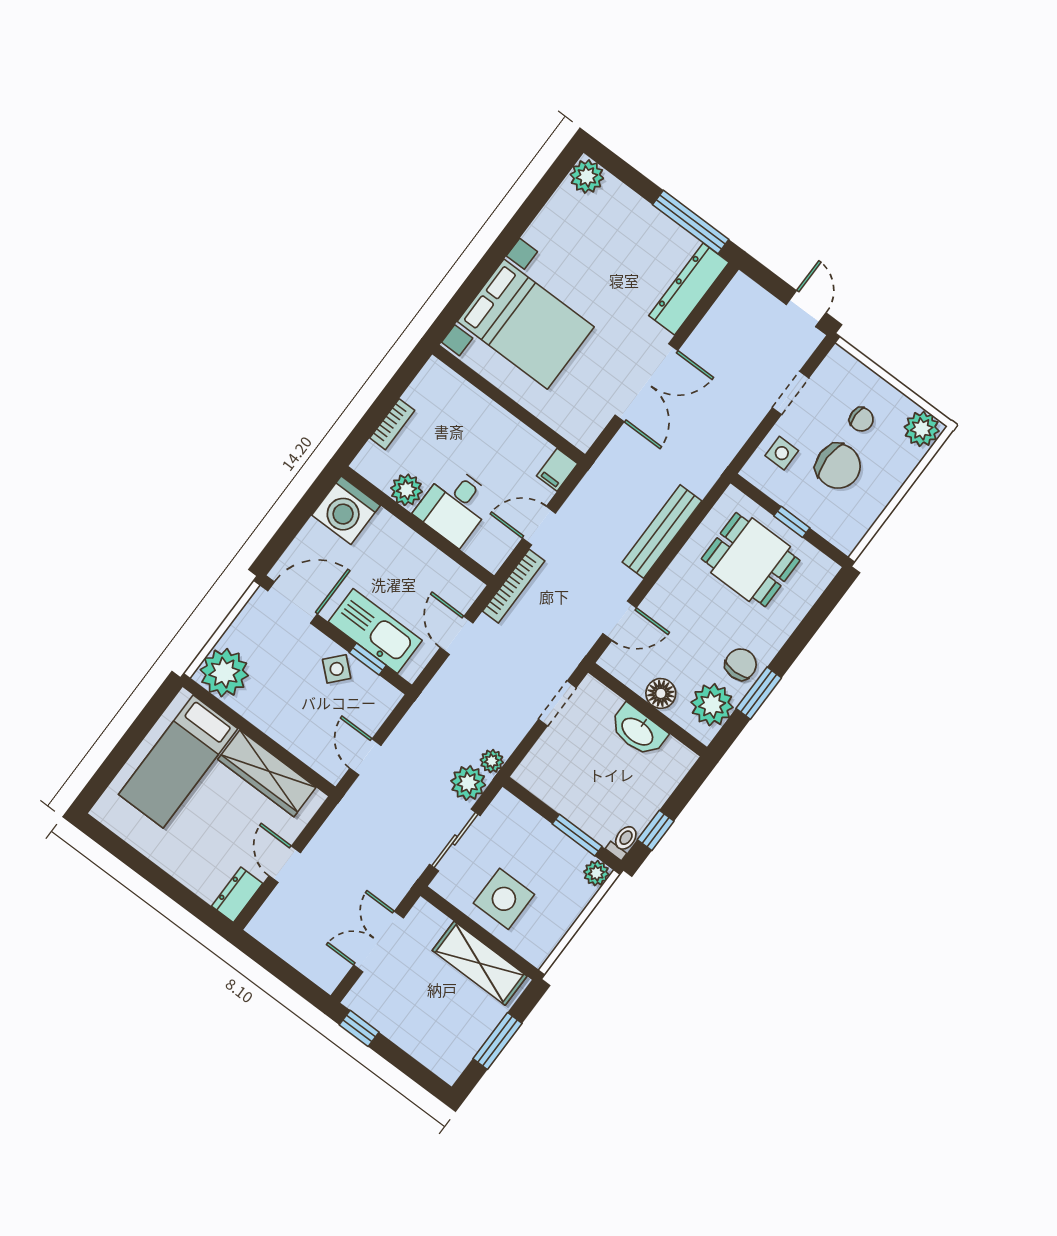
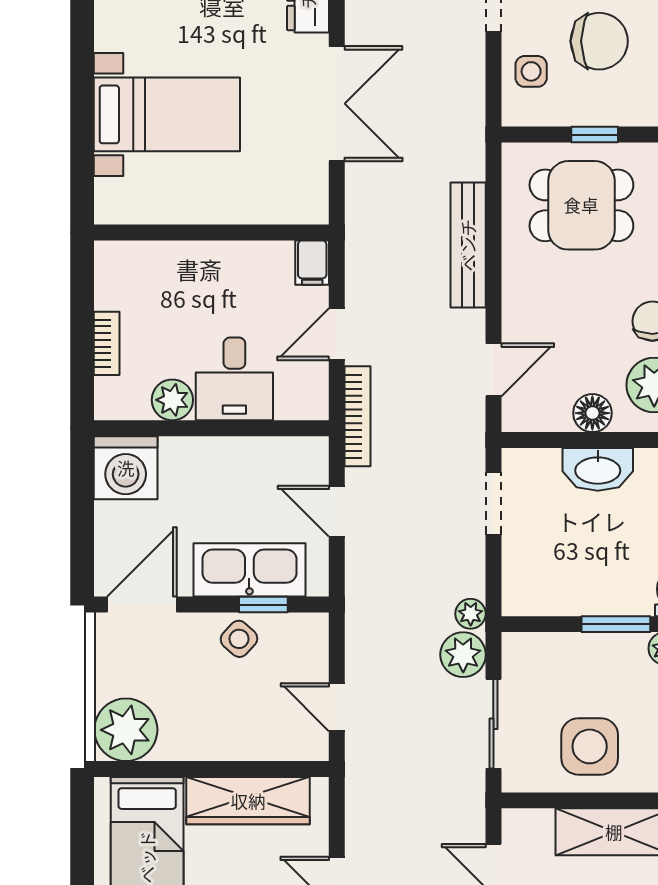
bed with nightstands: (526, 324) -> (167, 114), width x0.73

